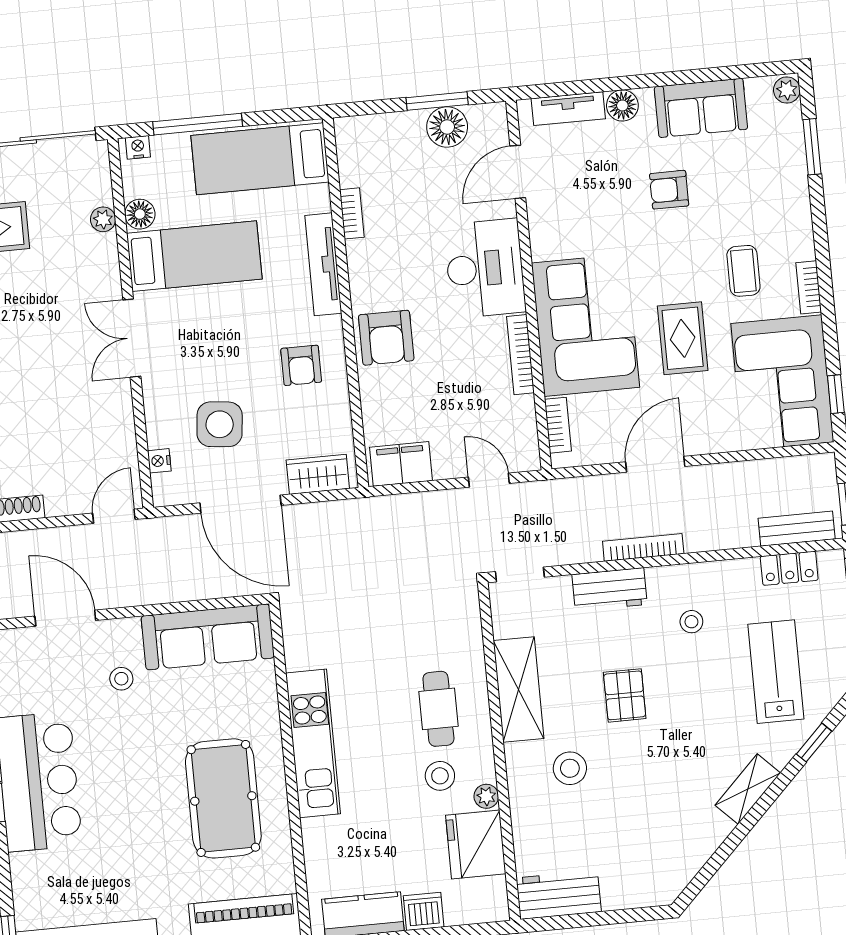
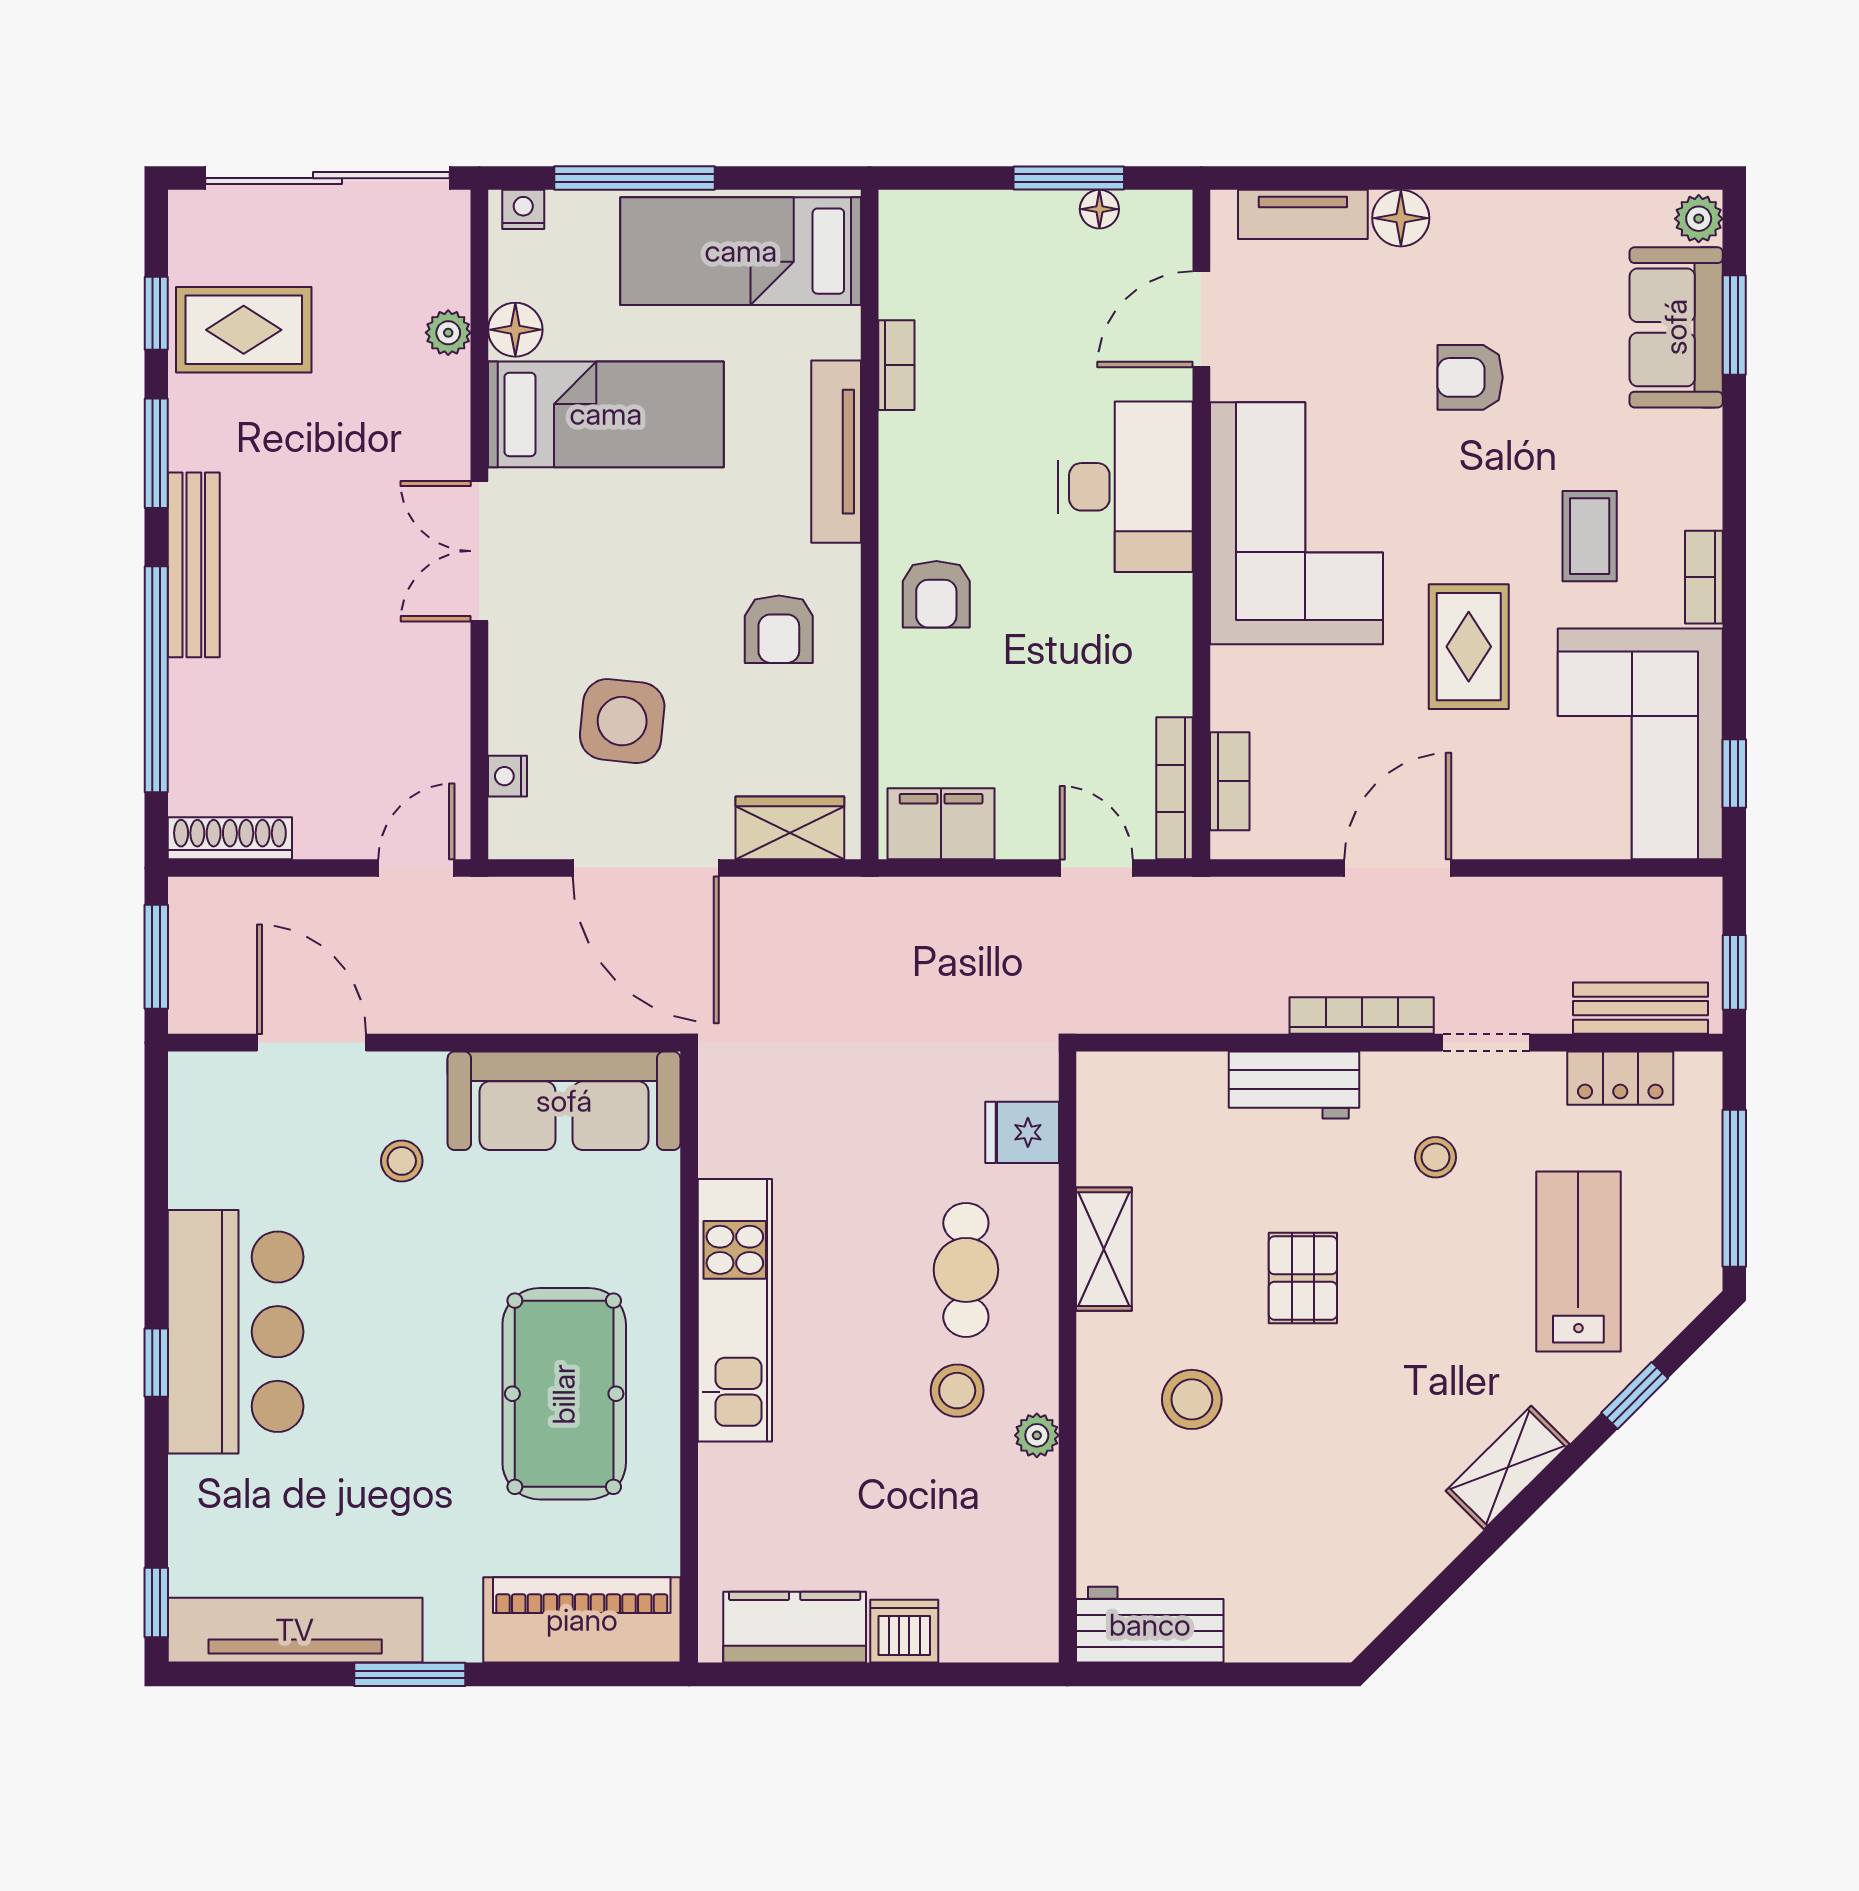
sofa: (701, 108) -> (1676, 327), moved, turned 90
floor lamp: (447, 127) -> (1099, 209), width x0.53, depth x0.53
corner sofa: (586, 325) -> (1297, 523), moved
armchair: (386, 338) -> (936, 594), width x0.72, depth x0.72
bookcase: (520, 355) -> (1175, 788), moved
doorway: (520, 574) -> (1486, 1043), moved
shelving: (519, 690) -> (1104, 1249), width x0.67, depth x0.75
fridge: (476, 844) -> (1022, 1132), moved, width x0.53, depth x0.75

